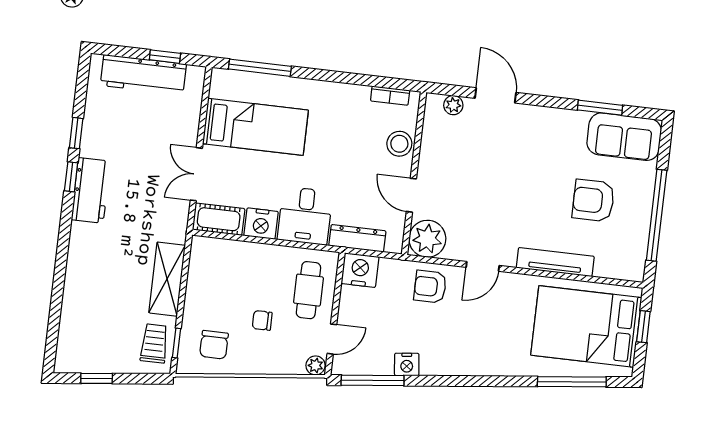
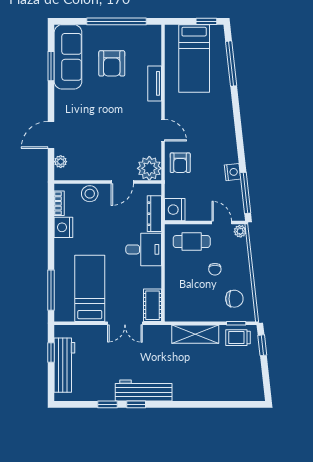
sofa: (624, 137) -> (68, 57), width x1.36
workbench: (91, 190) -> (144, 390), width x1.38
nightstand: (261, 224) -> (63, 227), moved, turned 180
tv unit: (555, 262) -> (155, 83), width x0.71
bed: (586, 326) -> (194, 58), width x0.67
window: (643, 327) -> (206, 21), moved
window: (97, 378) -> (262, 345), moved

